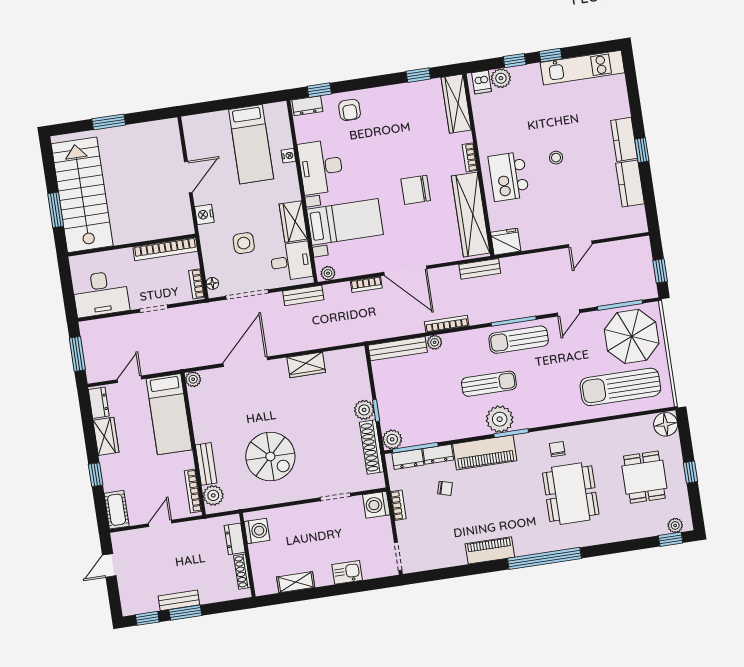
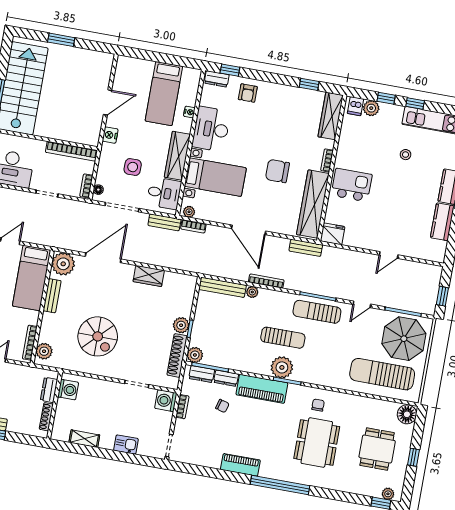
stool: (556, 158) -> (406, 155), moved
kitchen island: (509, 176) -> (352, 185), turned 90
wardrobe: (293, 222) -> (177, 156), width x1.50
bookcase: (366, 284) -> (193, 226), moved
plant: (193, 379) -> (63, 264), width x1.88, depth x1.88
bench: (206, 464) -> (52, 296), moved

